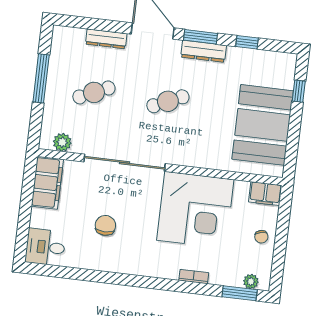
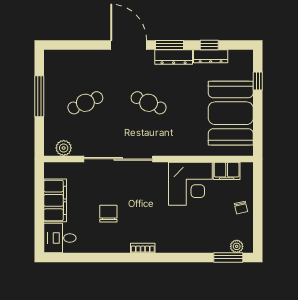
dresser: (106, 39) -> (211, 56), moved
cafe table: (168, 101) -> (149, 103), turned 48
filing cabinet: (47, 183) -> (55, 200), moved
filing cabinet: (265, 194) -> (227, 171), moved
corner desk: (195, 210) -> (190, 184), width x0.74, depth x0.74
bookcase: (194, 277) -> (143, 248), moved

